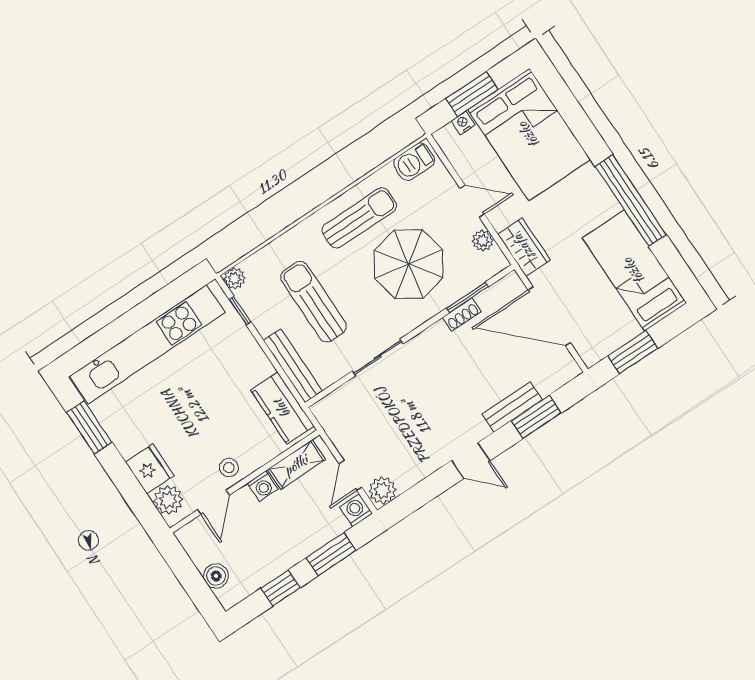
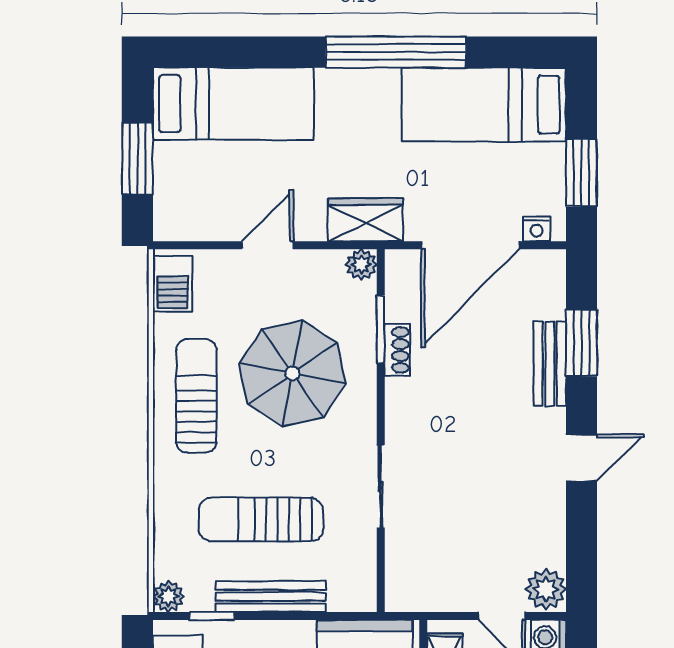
nightstand: (463, 123) -> (537, 229), moved, turned -90
bed: (529, 135) -> (233, 104), width x0.67
plant: (483, 241) -> (361, 265), moved
bench: (293, 366) -> (271, 597), moved

